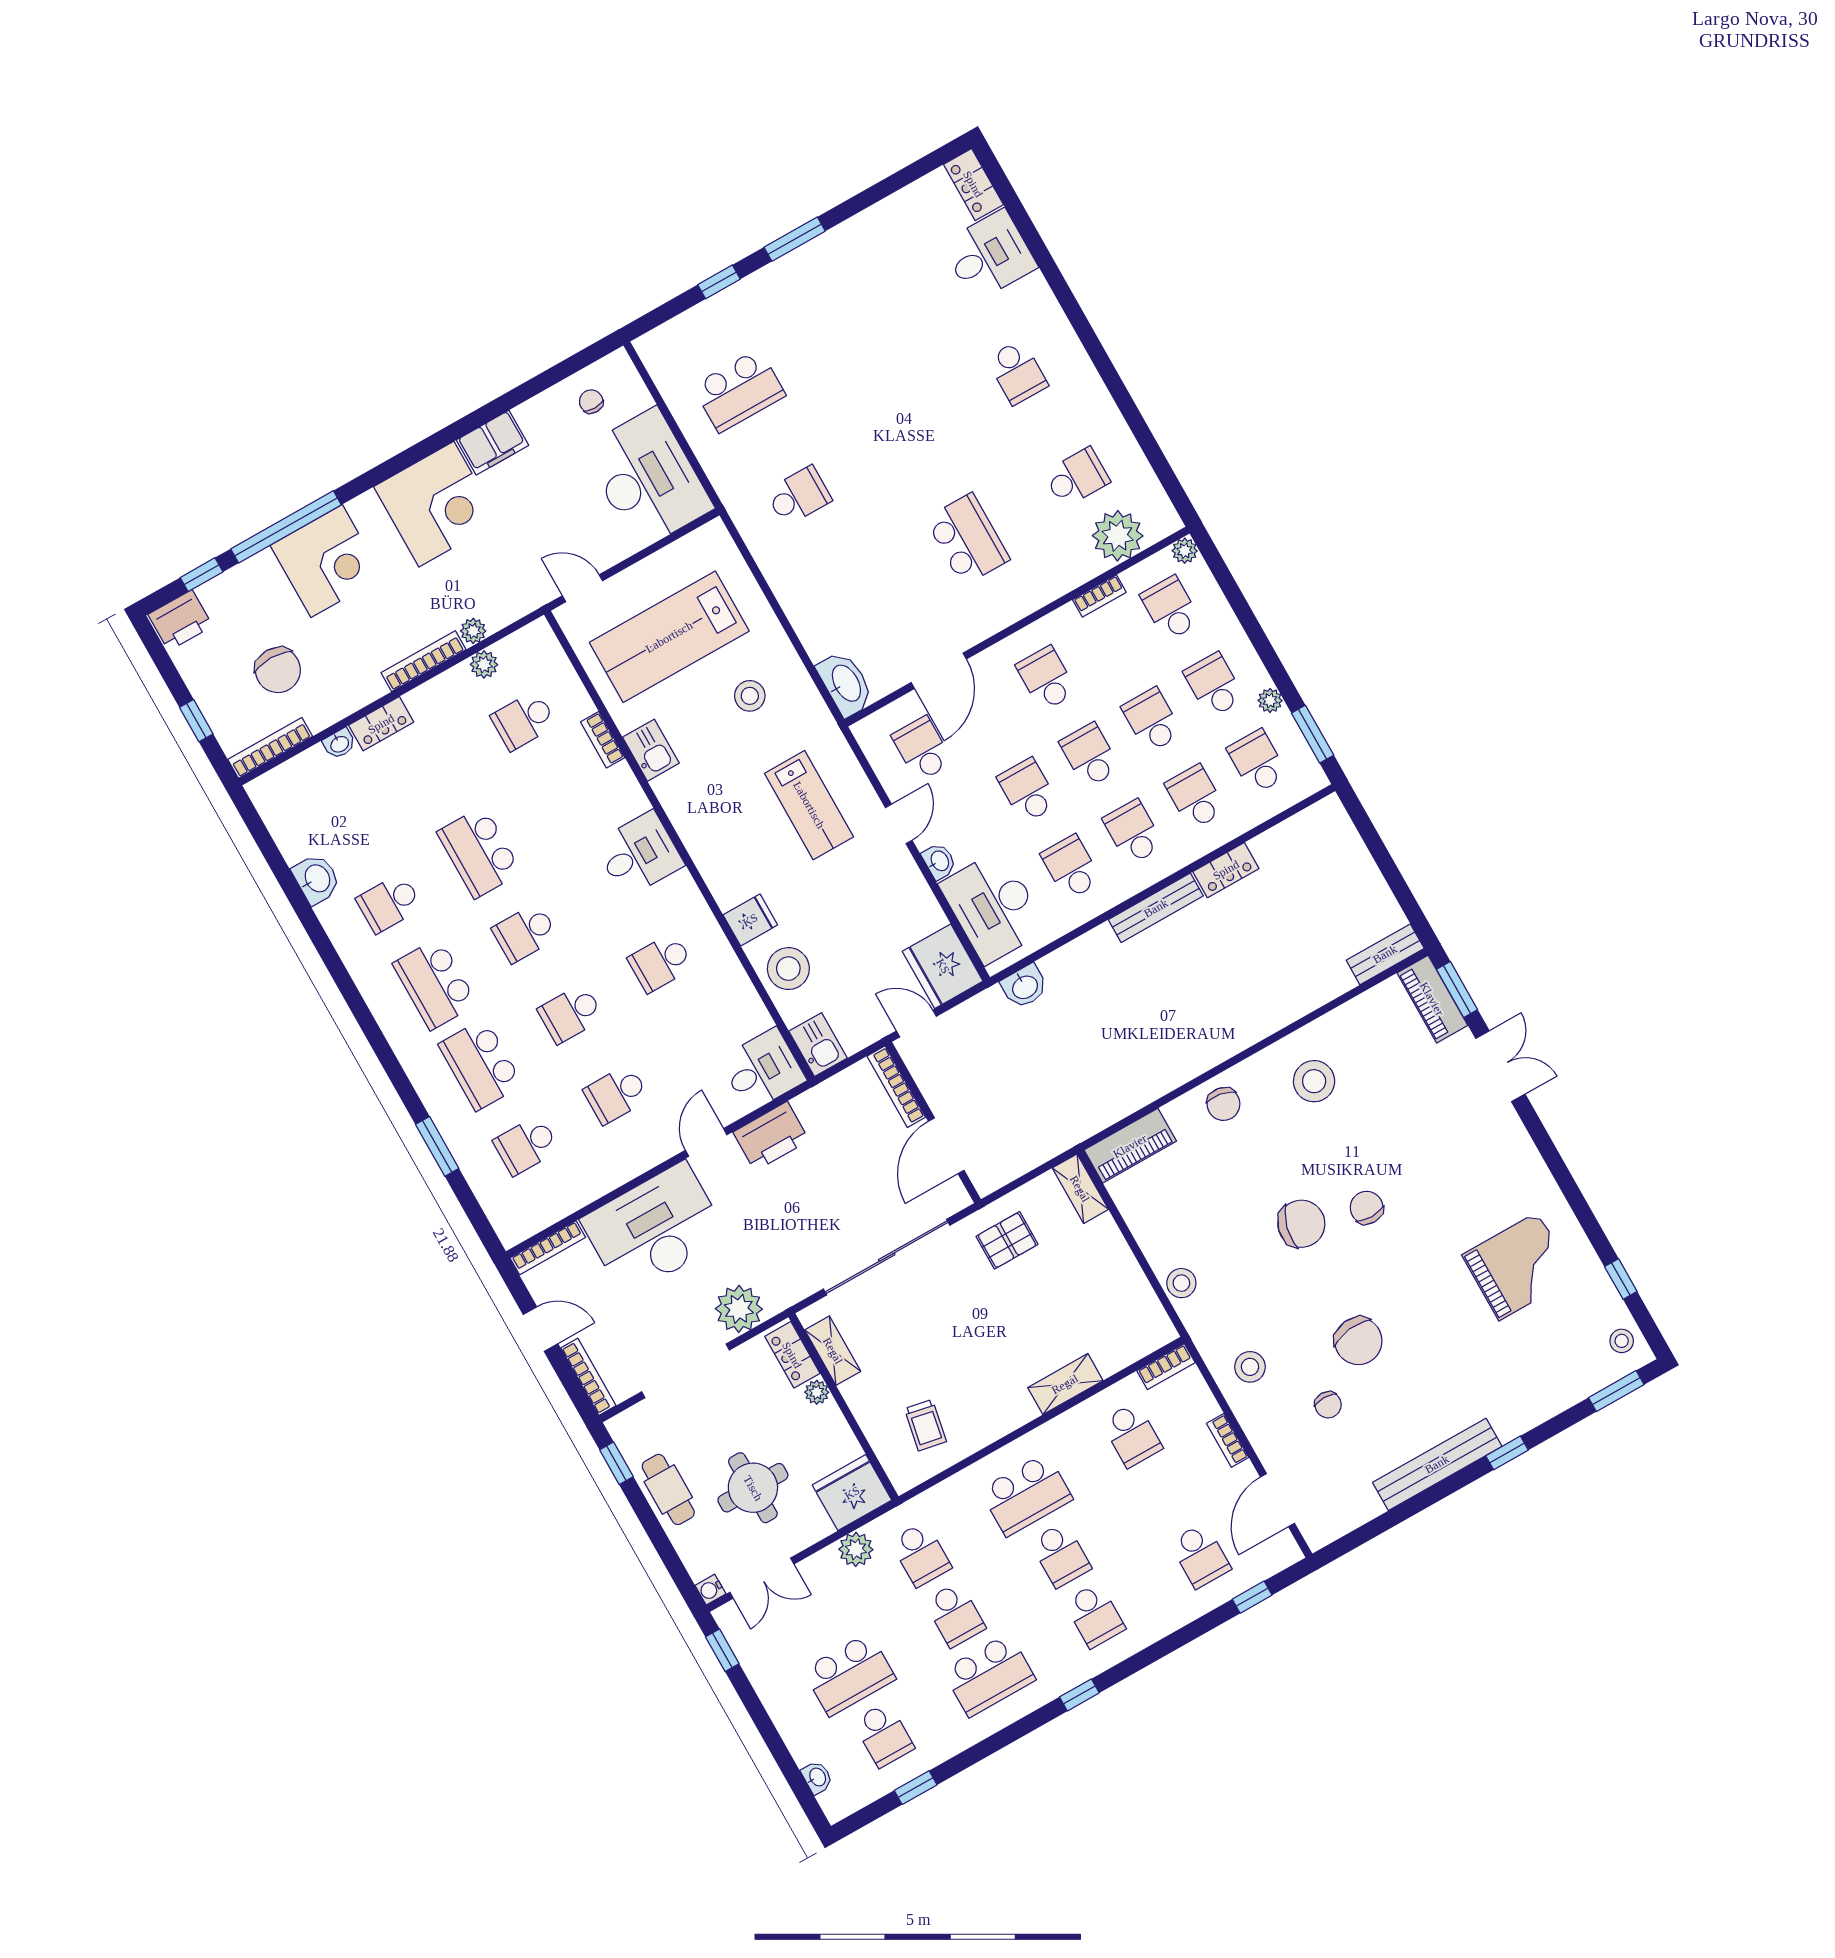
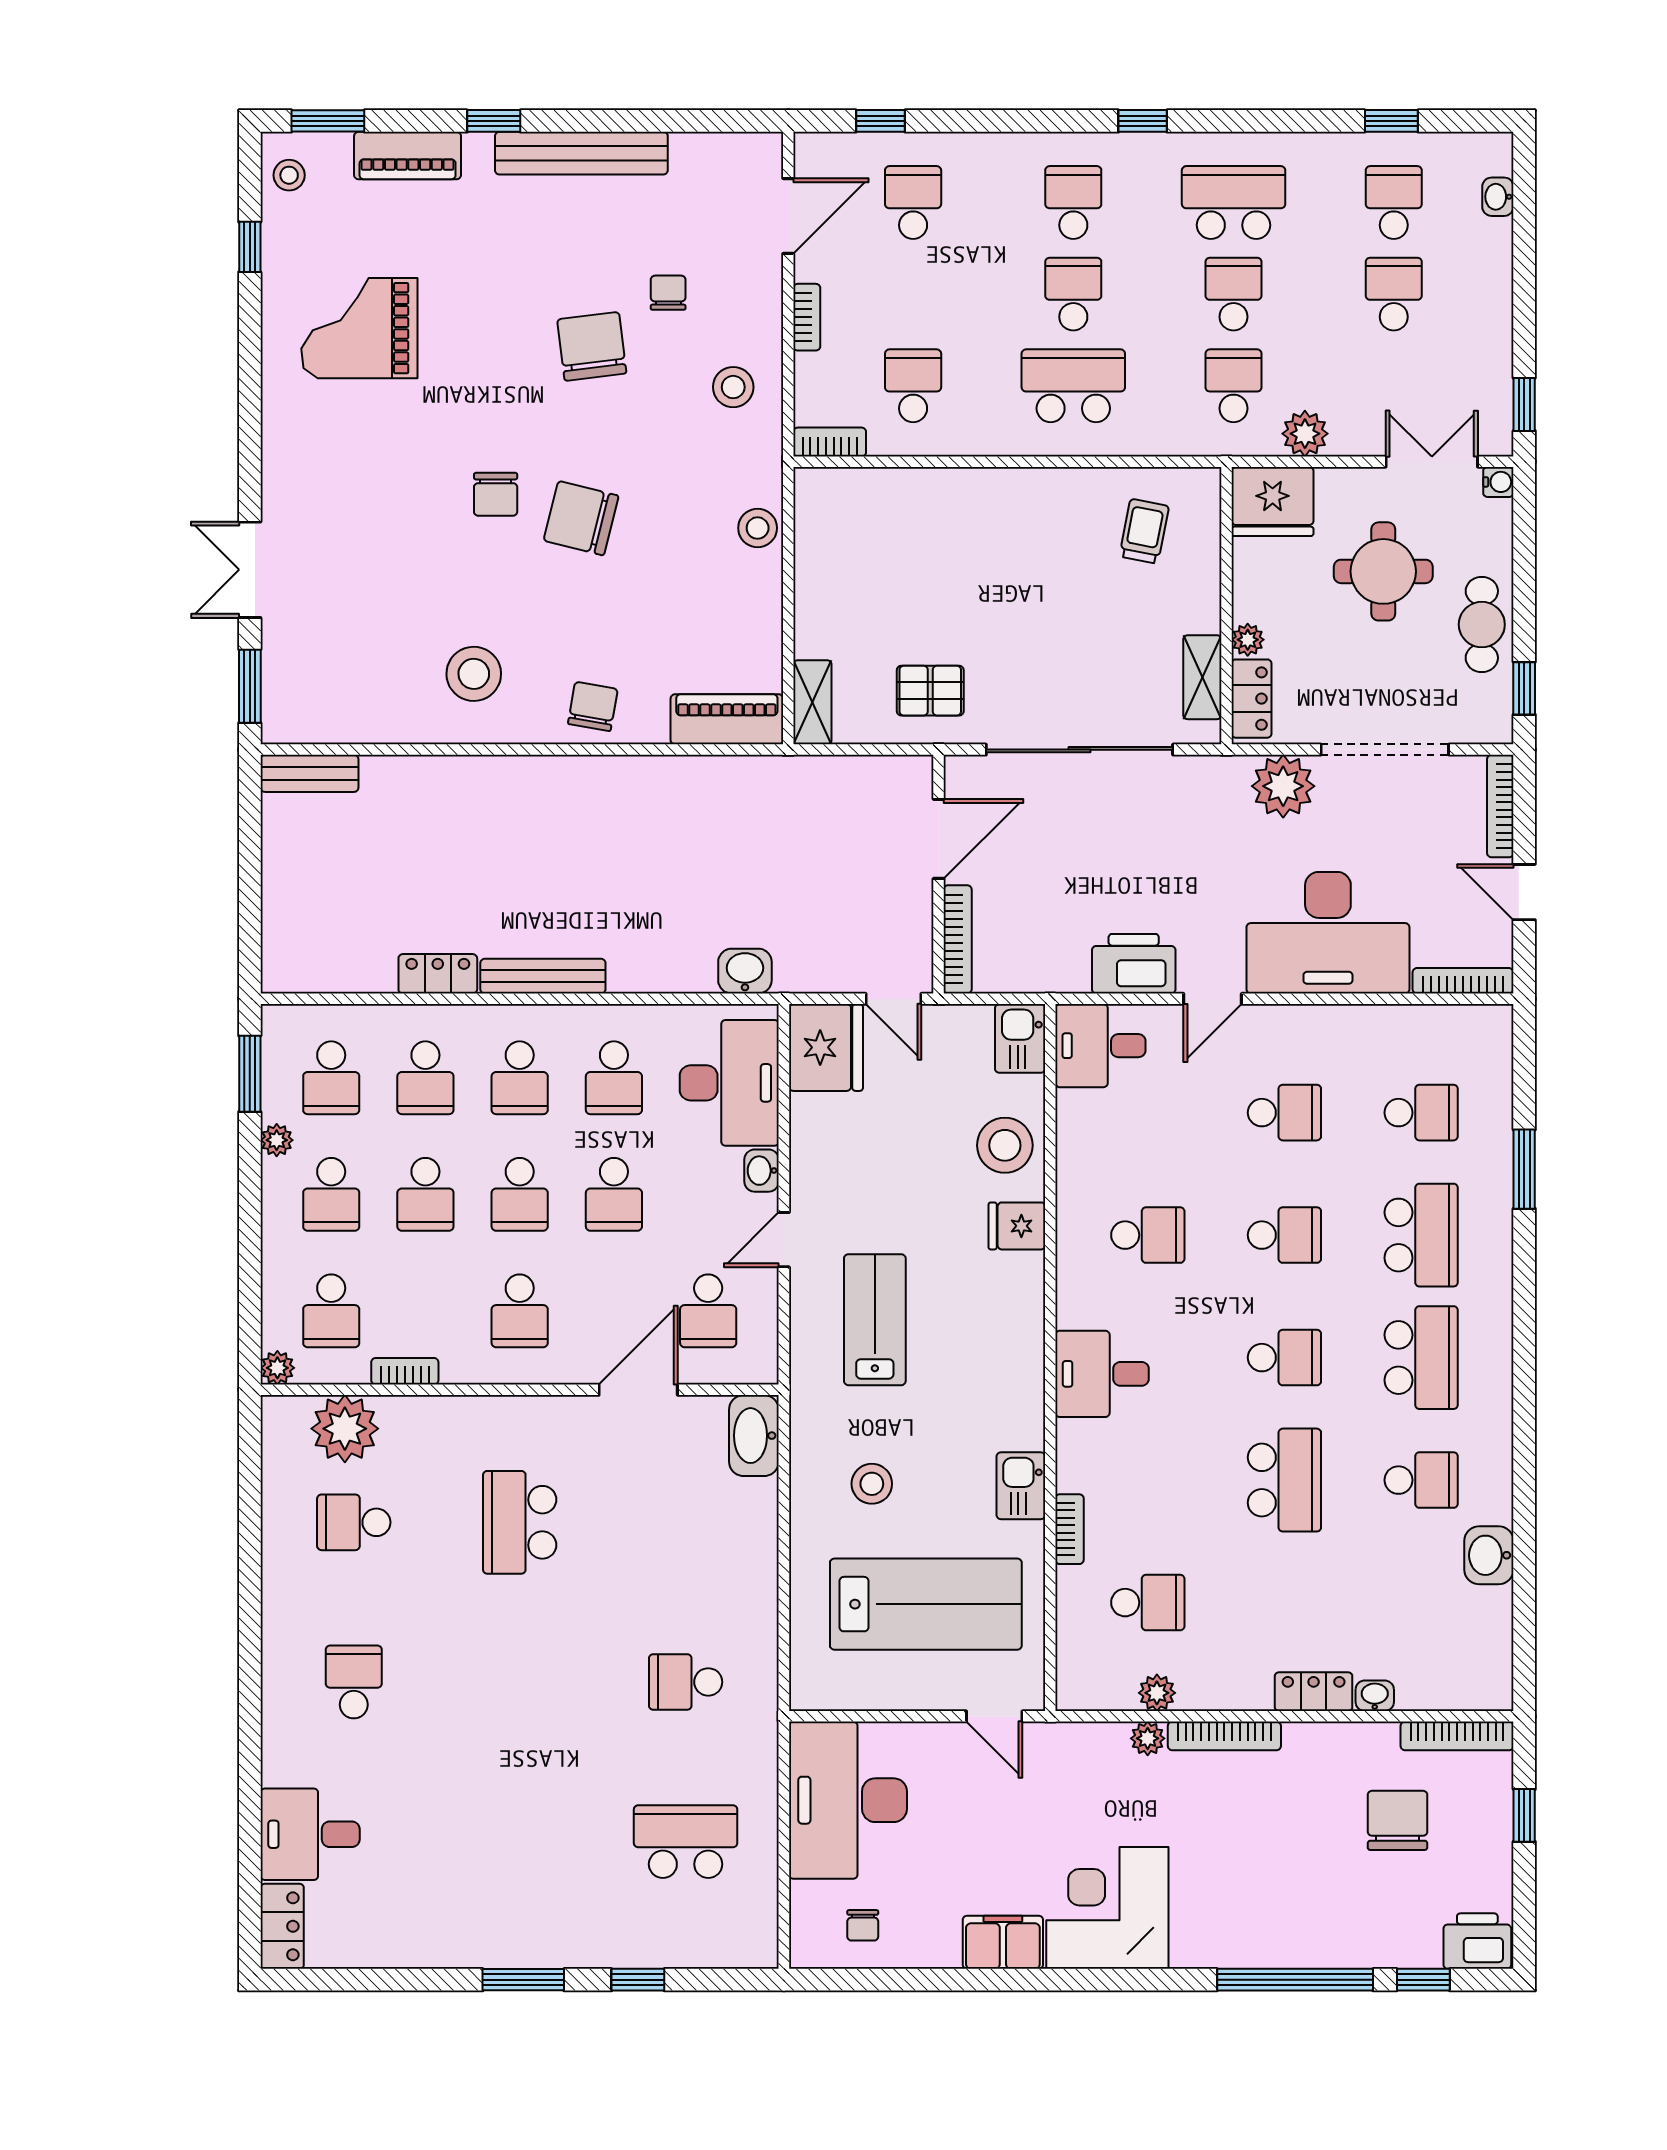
corner desk: (327, 561) -> (1271, 1914), removed
piano: (1432, 999) -> (408, 156), moved, turned 90
shelving: (1065, 1384) -> (957, 487), removed
school desk: (849, 1674) -> (1394, 294), width x0.54

